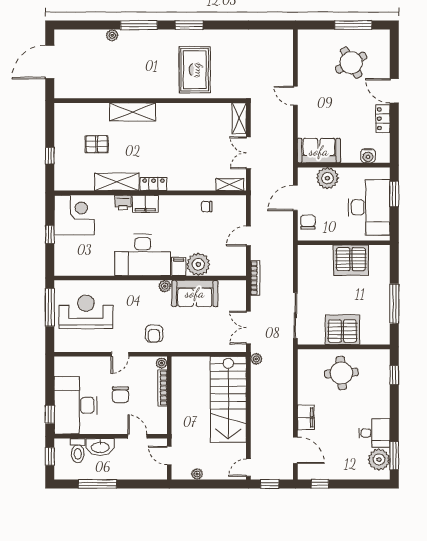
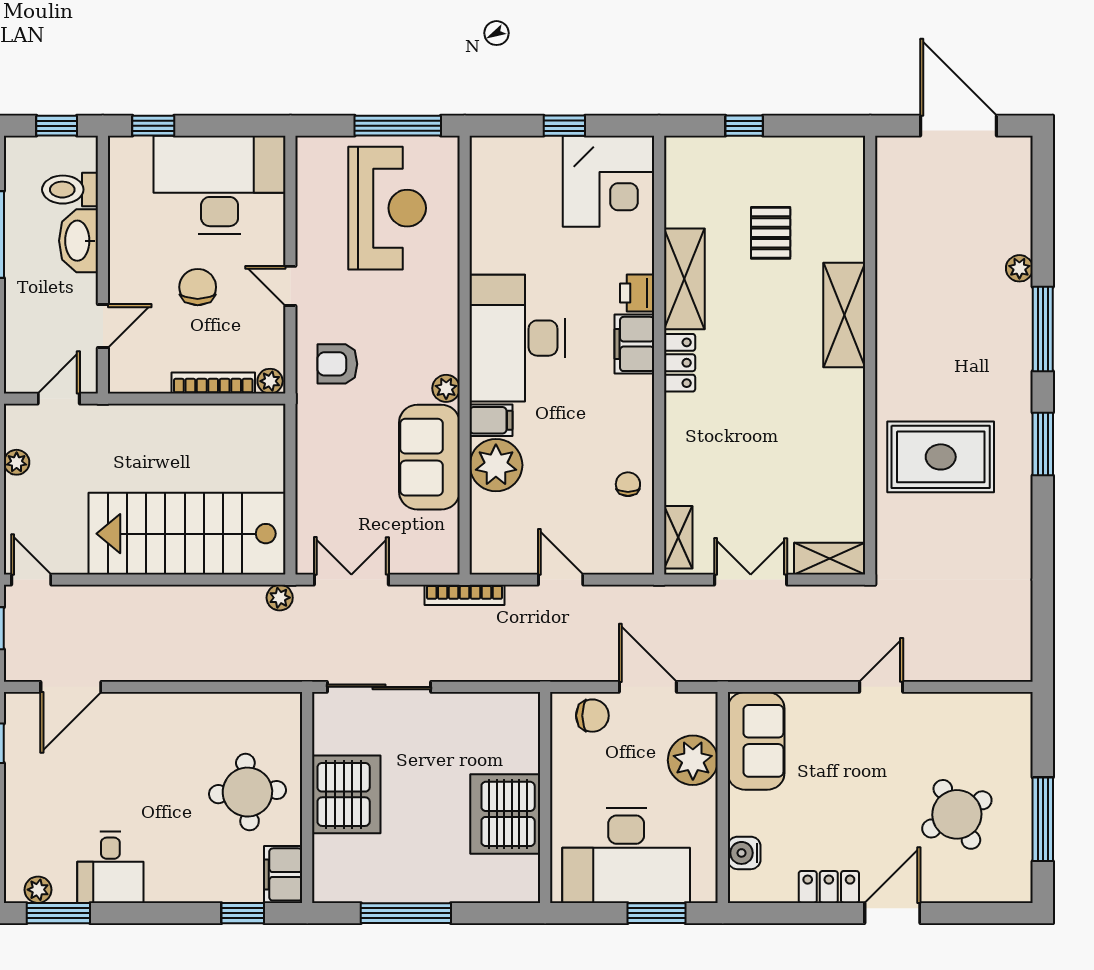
chair: (120, 395) -> (198, 287), turned 90
desk: (76, 405) -> (220, 185), moved
filing cabinet: (306, 417) -> (283, 874), moved, turned 90
plant: (379, 460) -> (38, 890), width x0.53, depth x0.53

